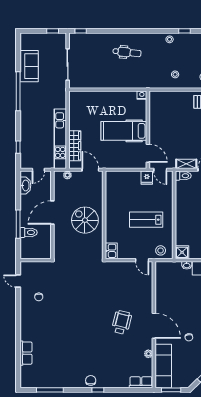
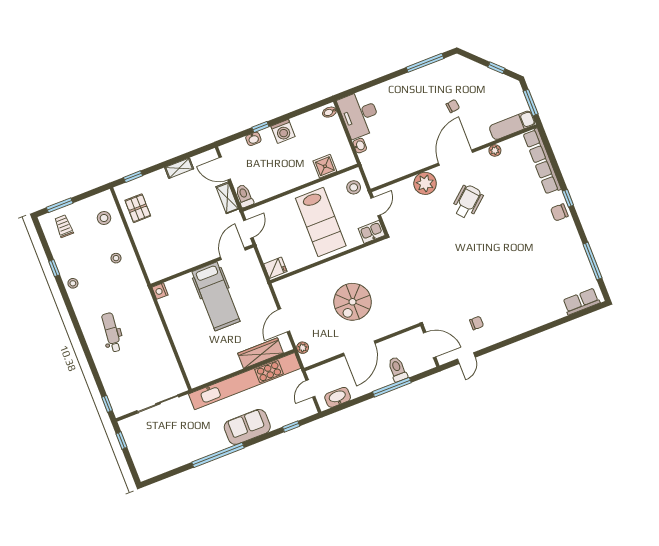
sofa: (29, 66) -> (247, 427), moved
kitchen unit: (60, 139) -> (245, 381), width x1.36
door: (38, 170) -> (310, 388), swing flipped
fridge: (147, 178) -> (275, 268), moved
door: (52, 213) -> (359, 348), hinge flipped
wall: (104, 215) -> (328, 259), moved
lab bench: (146, 220) -> (321, 222), width x1.36, depth x1.39
kitchen sink: (111, 251) -> (372, 232), moved
shower: (182, 252) -> (325, 166), moved
door: (36, 260) -> (430, 345), added
plant: (145, 299) -> (425, 183), added
wheelchair: (122, 322) -> (467, 202), turned 125
row of seats: (26, 353) -> (581, 301), moved
exam couch: (163, 366) -> (512, 125), width x0.73, depth x0.69
row of seats: (141, 382) -> (542, 161), width x2.02

